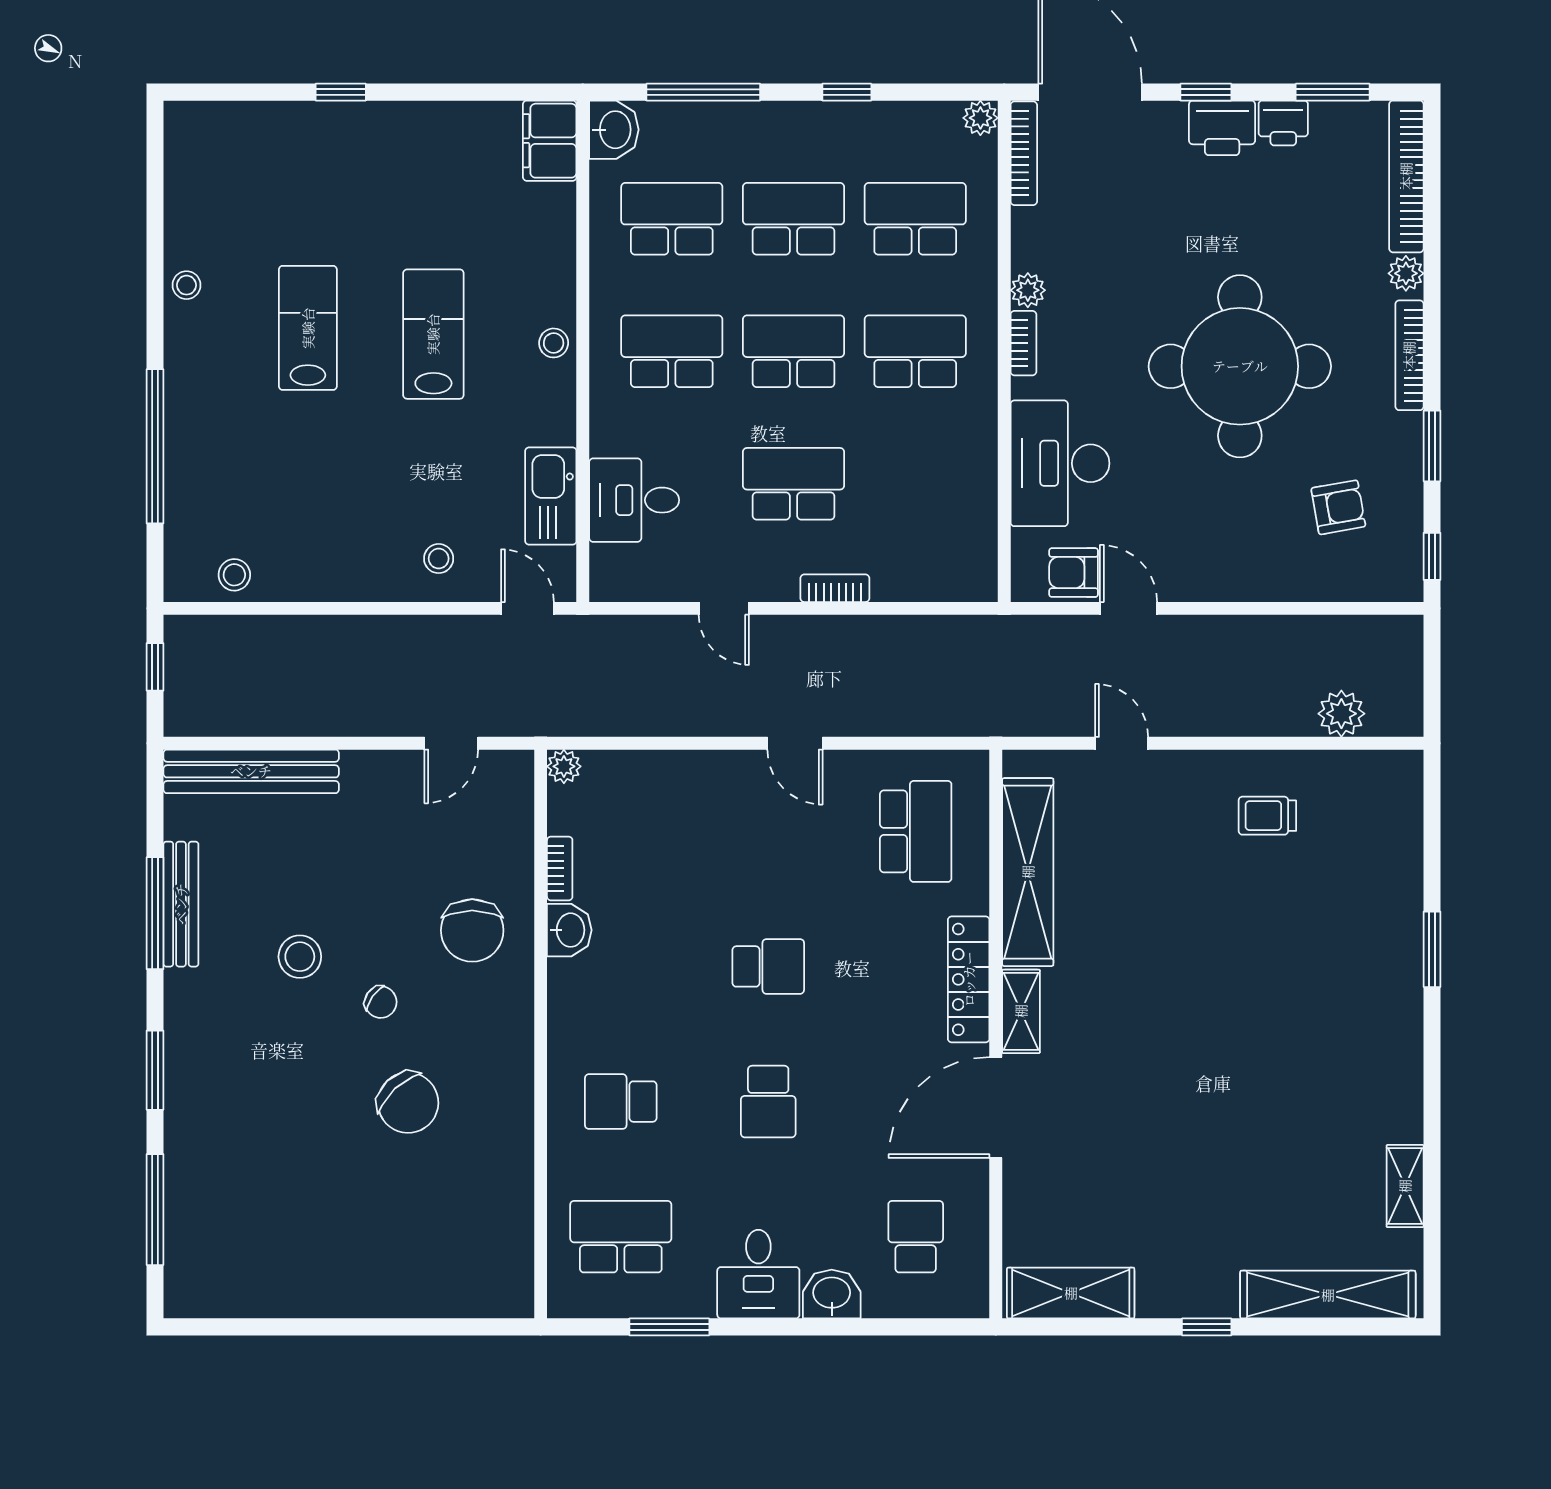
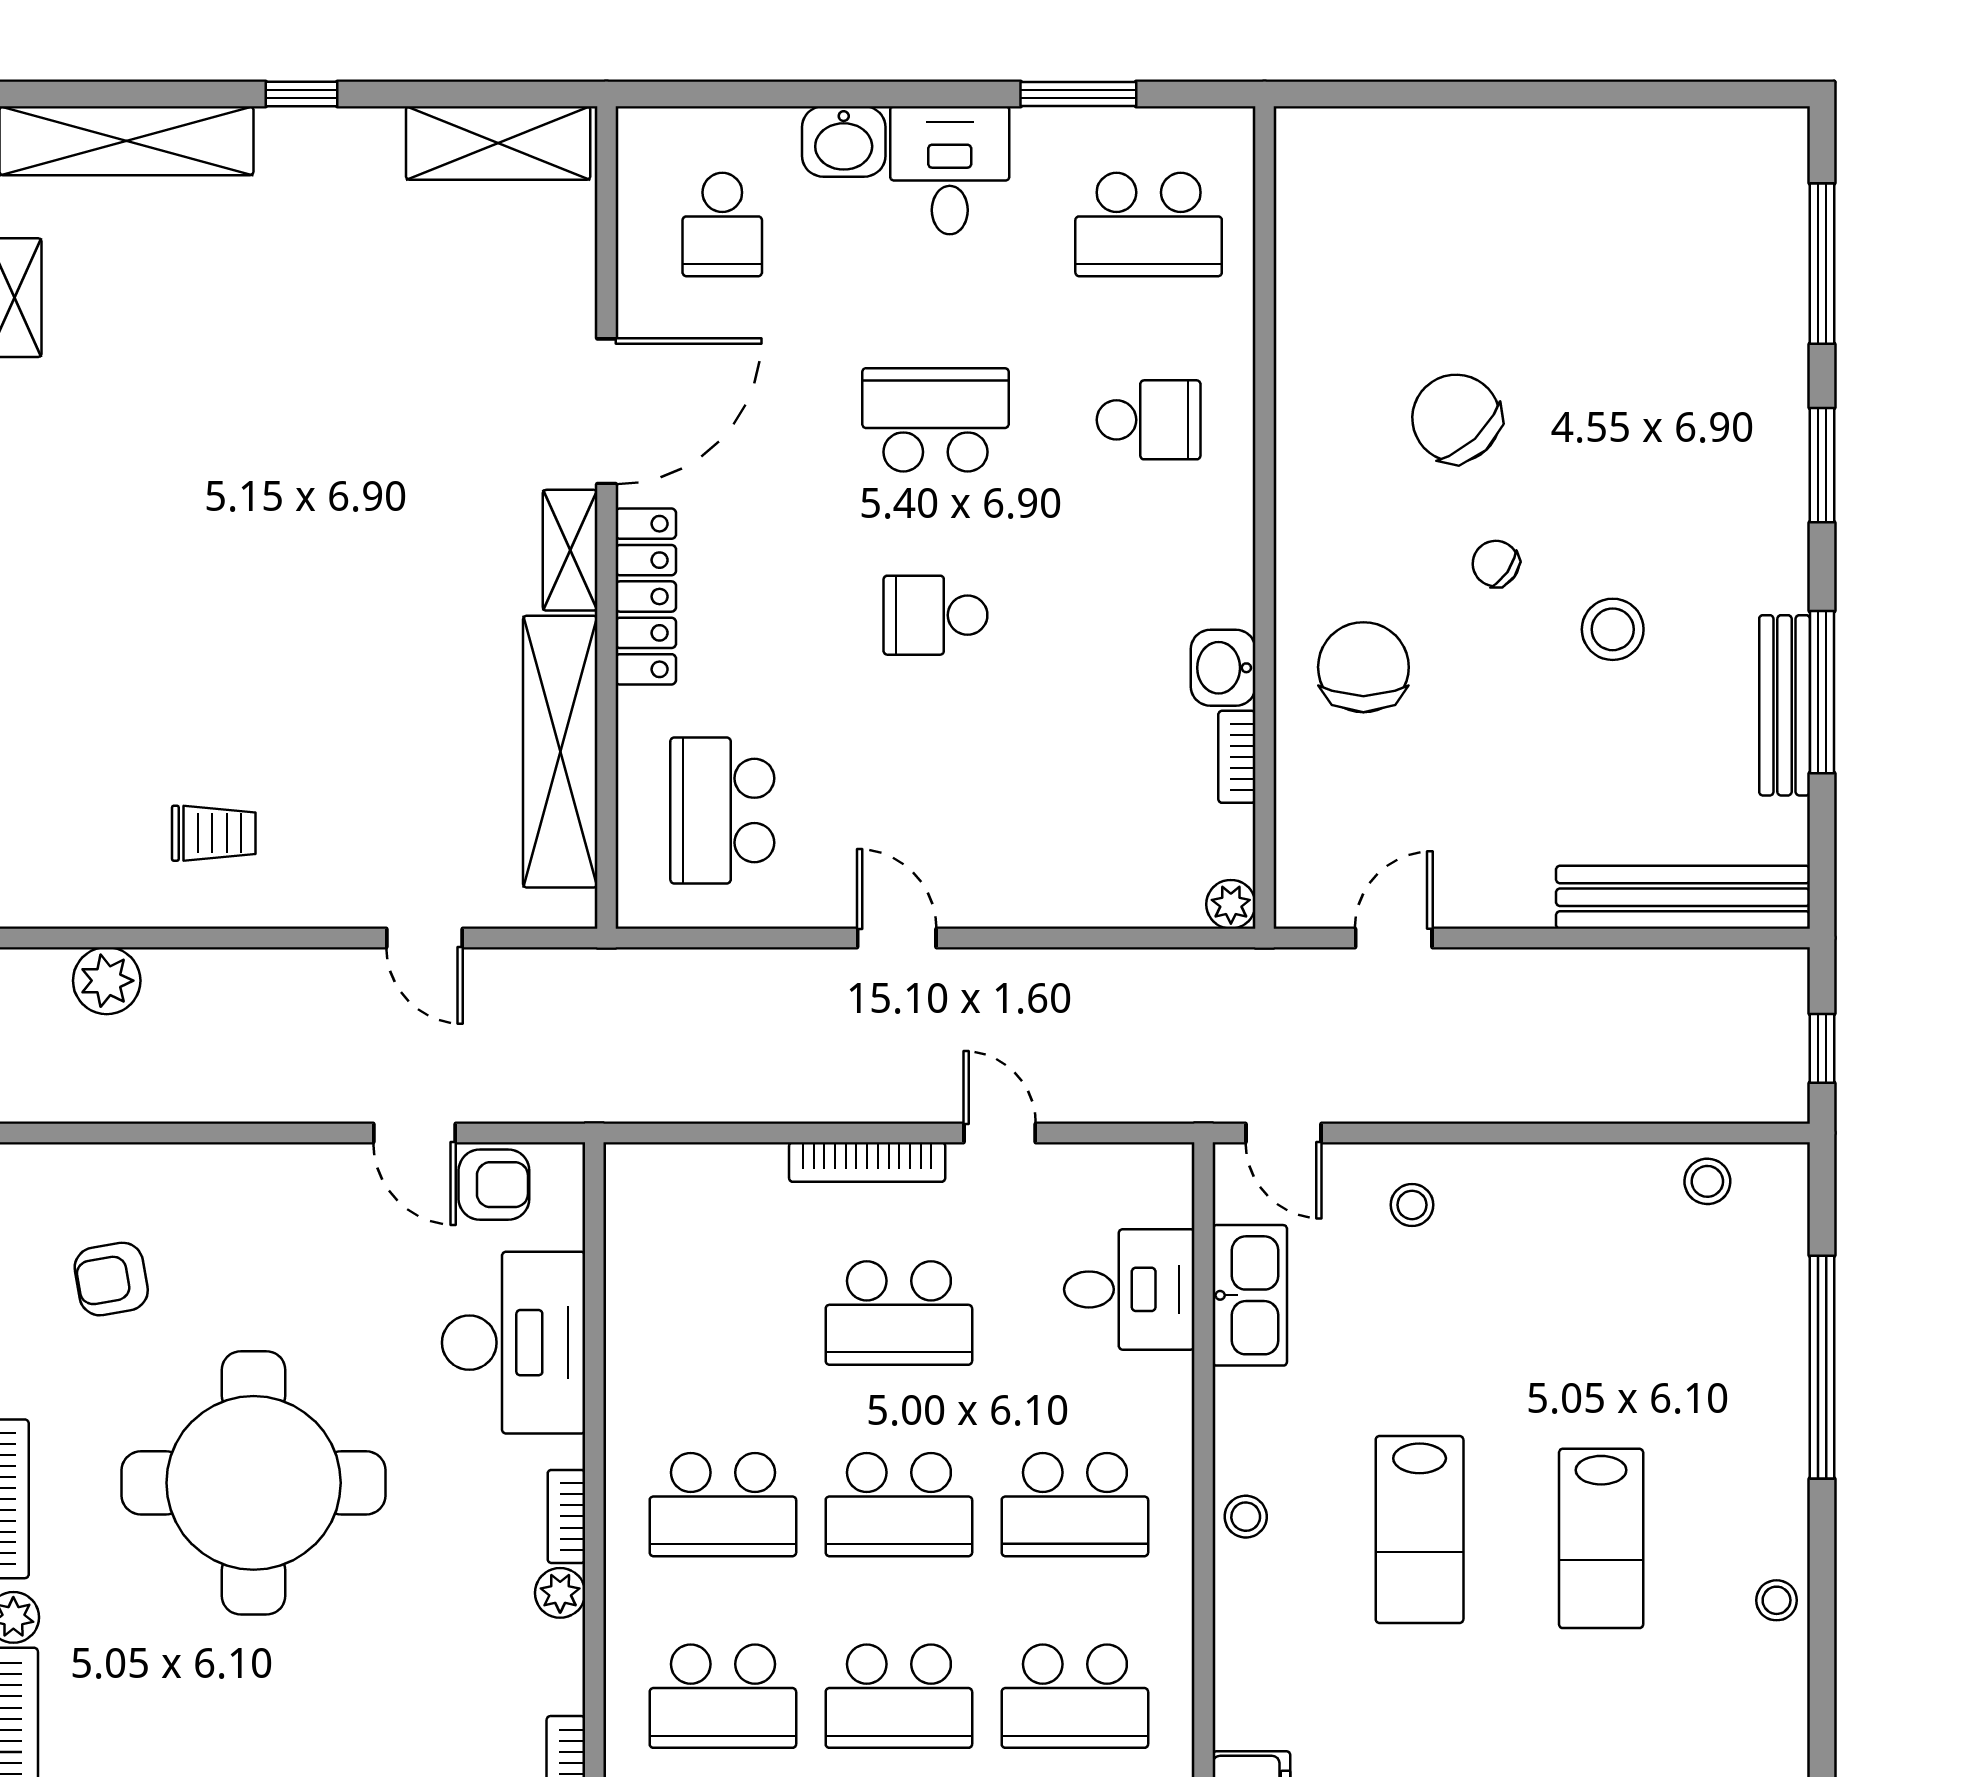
bookcase: (835, 588) -> (867, 1162), width x1.56
school desk: (768, 1102) -> (935, 420), width x1.85

